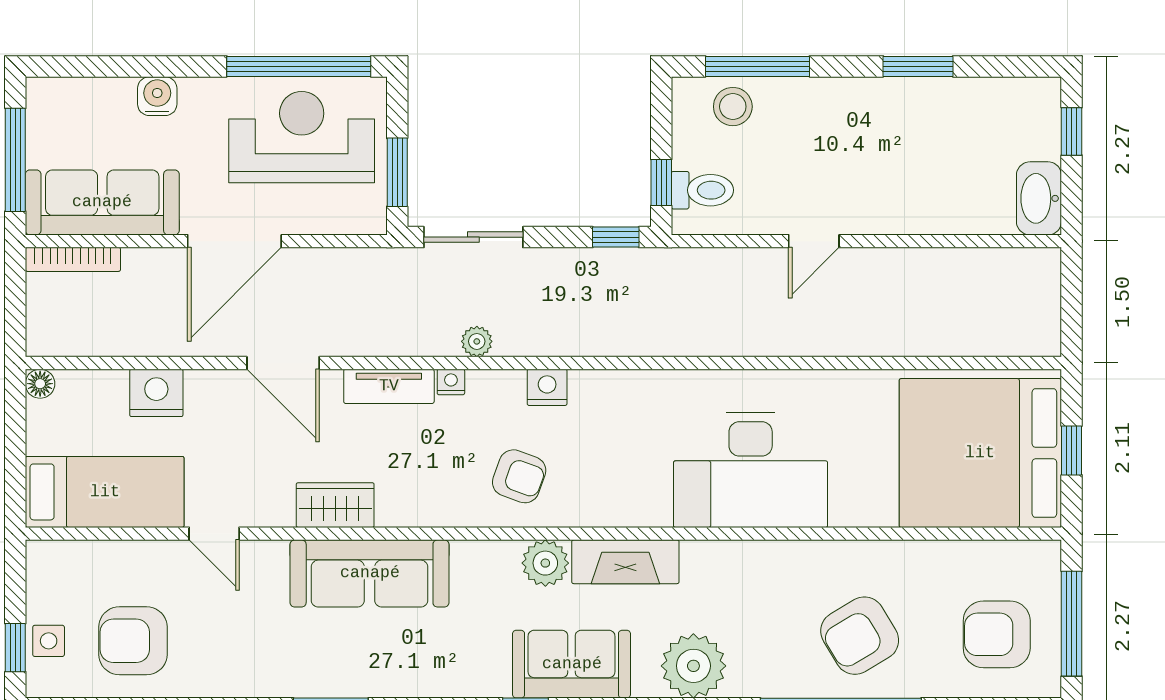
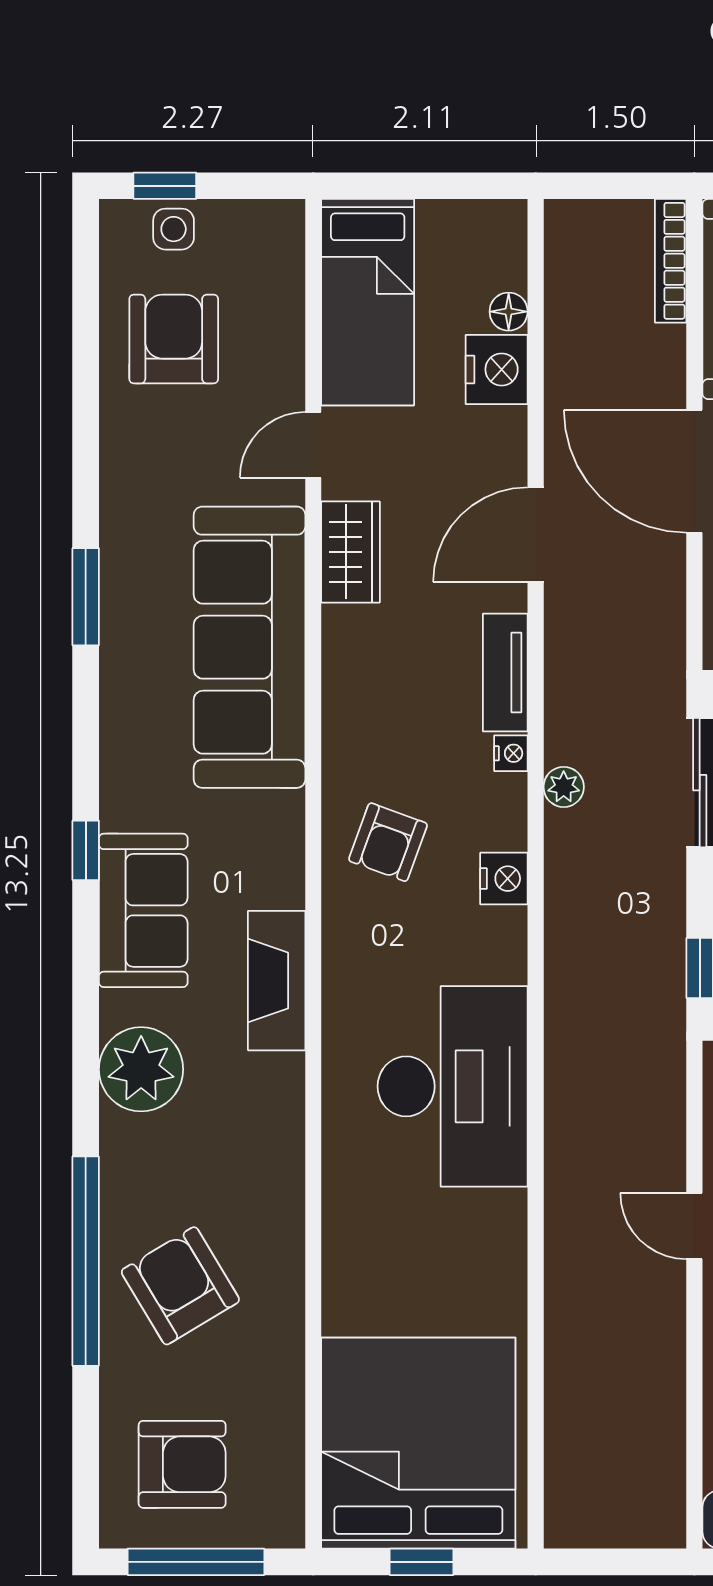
floor lamp: (40, 384) -> (509, 312), moved
desk: (751, 470) -> (453, 1086), moved, turned 180
wardrobe: (335, 505) -> (351, 552), moved
plant: (545, 563) -> (275, 876), removed
sofa: (370, 573) -> (250, 647), width x1.36, depth x1.27
armchair: (997, 634) -> (182, 1464), turned 90

